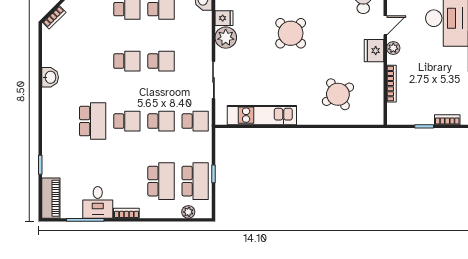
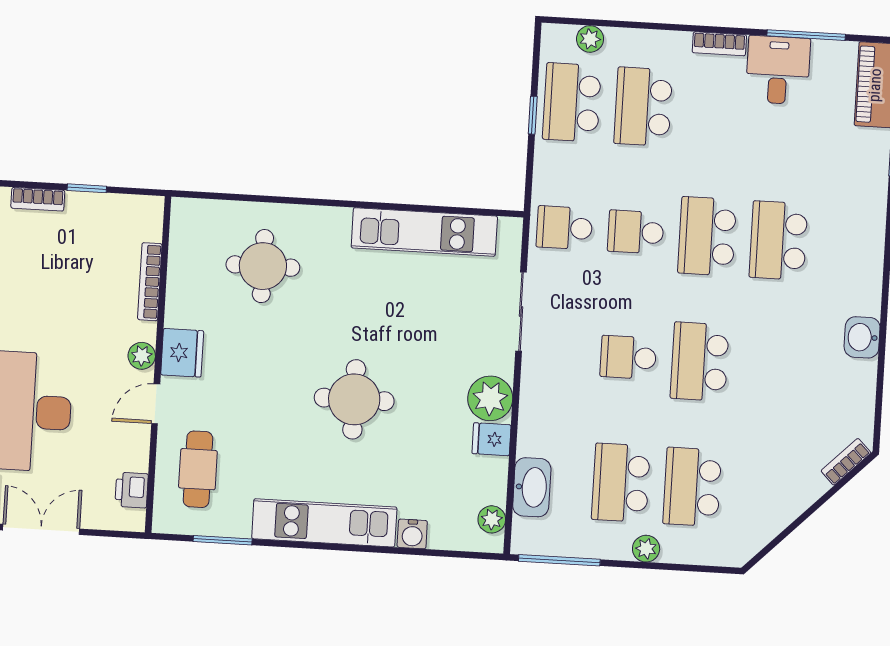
round table: (291, 33) -> (354, 399), turned 45
school desk: (127, 61) -> (700, 362), width x1.85
round table: (338, 94) -> (263, 266), turned 32
school desk: (127, 121) -> (707, 236), width x1.85

